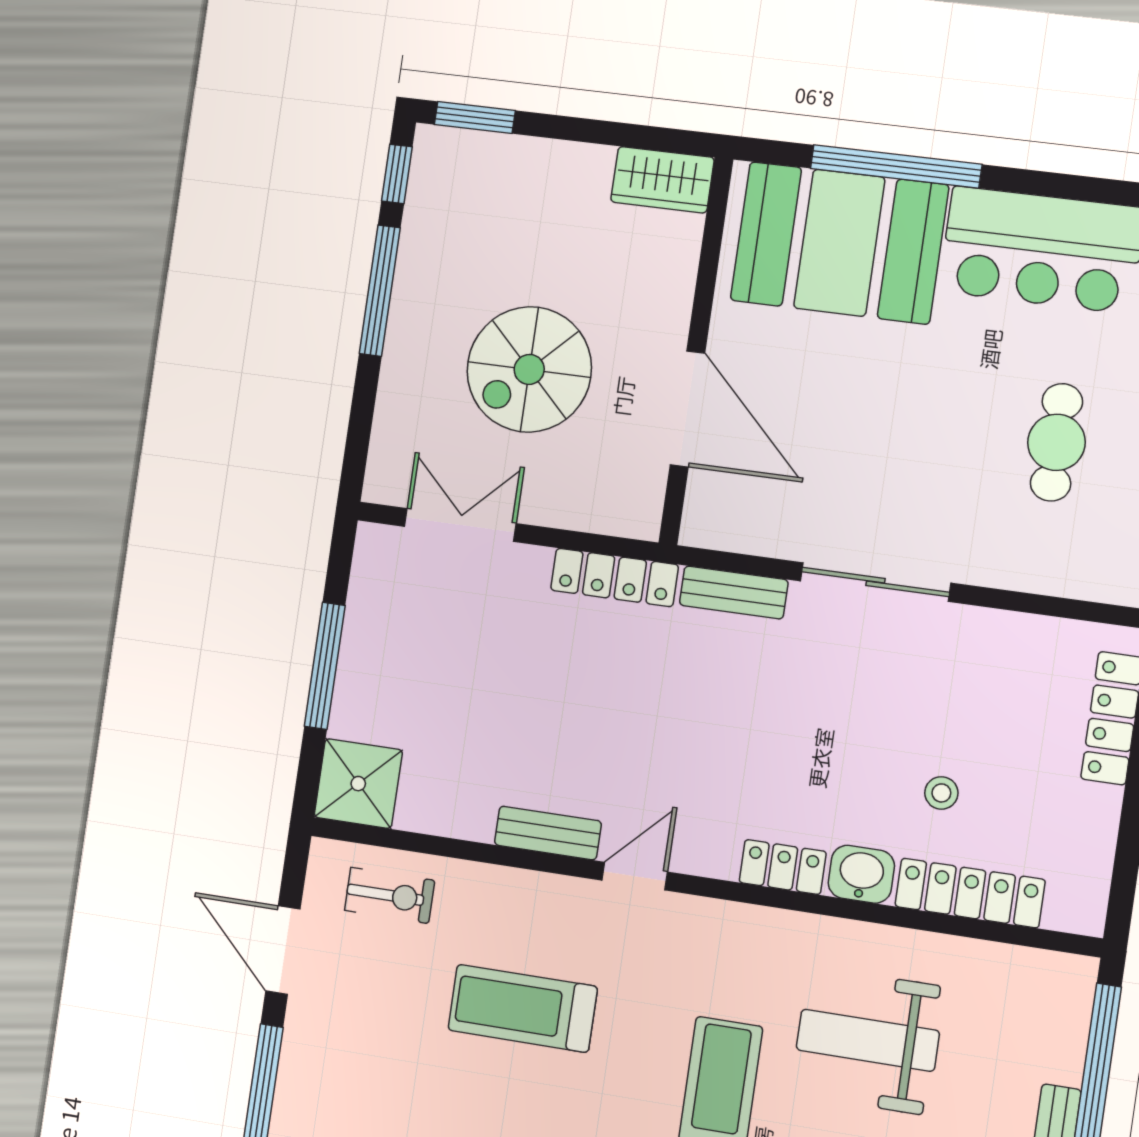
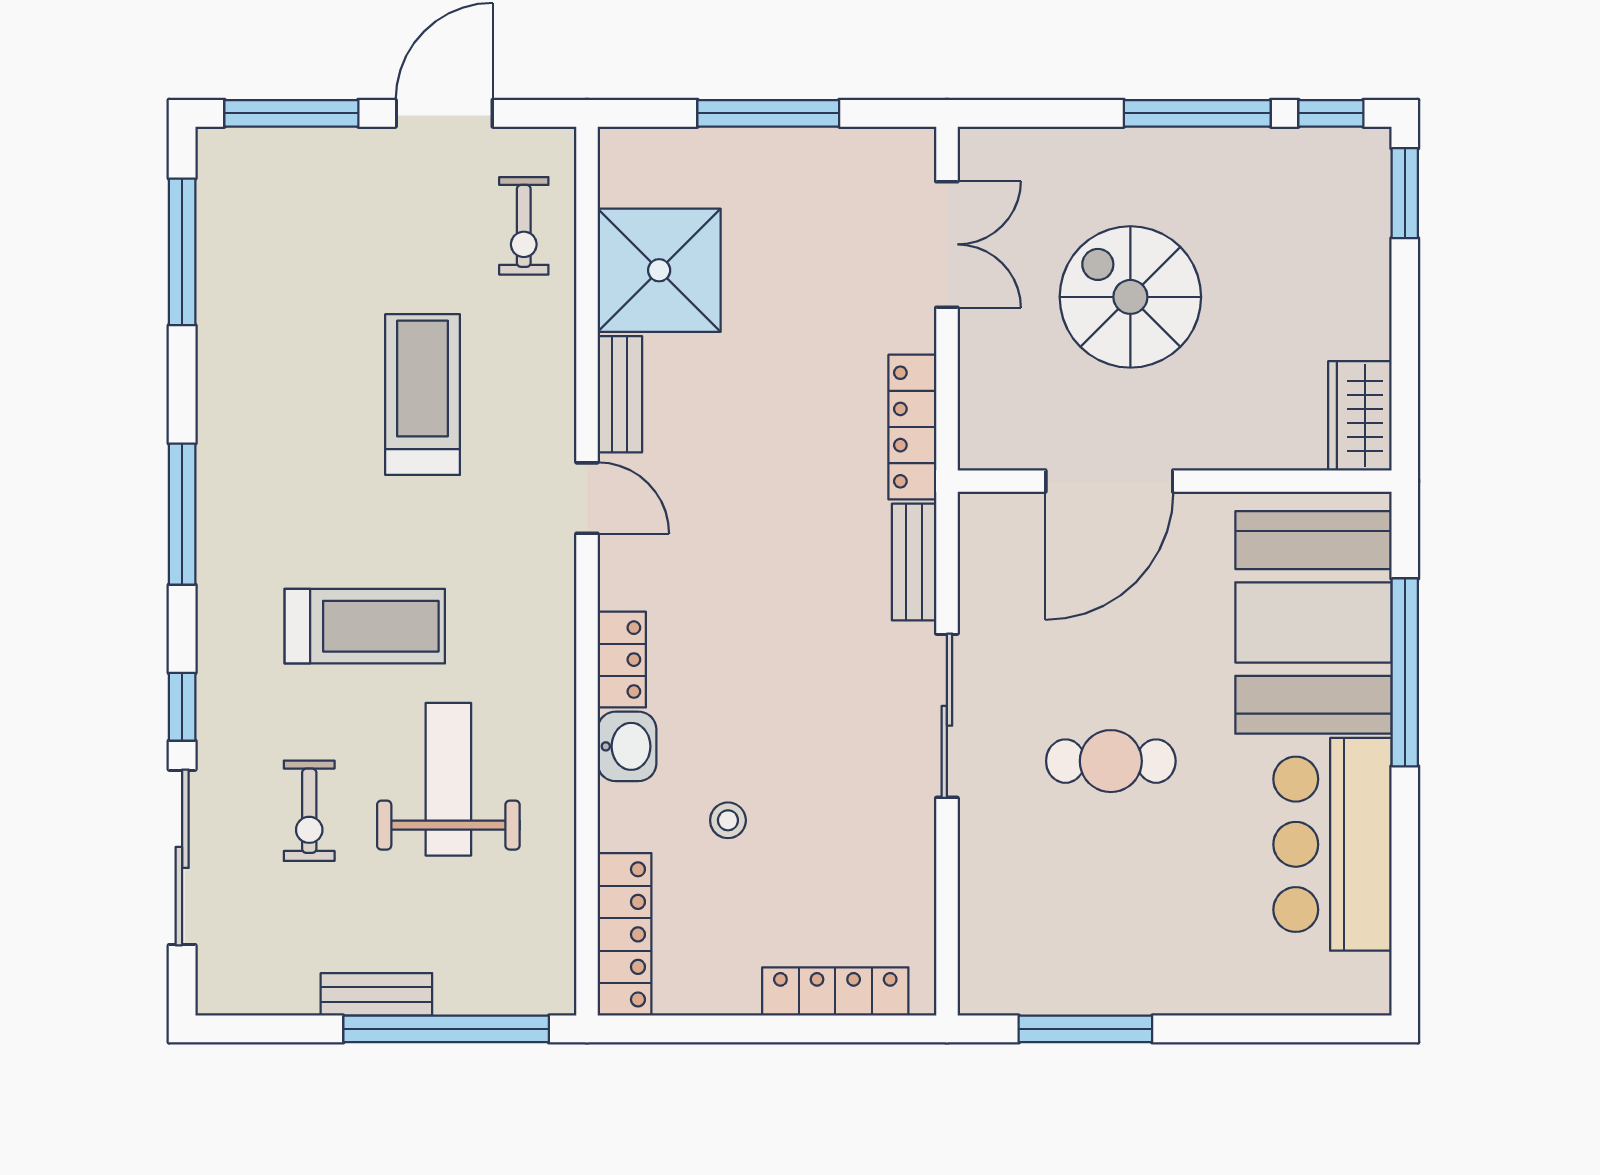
cafe table: (1056, 442) -> (1111, 761), moved
shower: (358, 784) -> (659, 270), moved, width x1.37, depth x1.37
locker: (970, 893) -> (625, 934), moved

